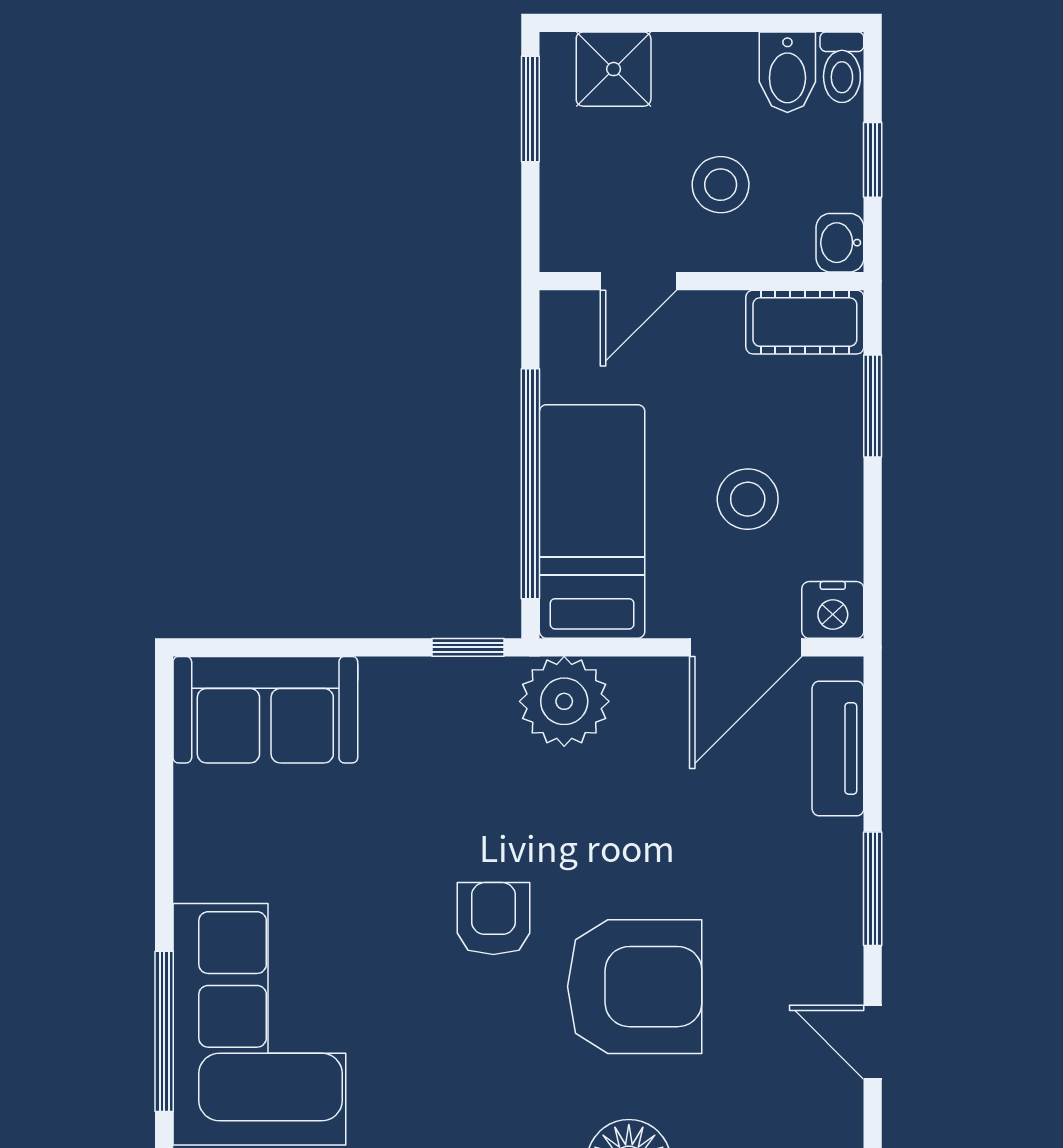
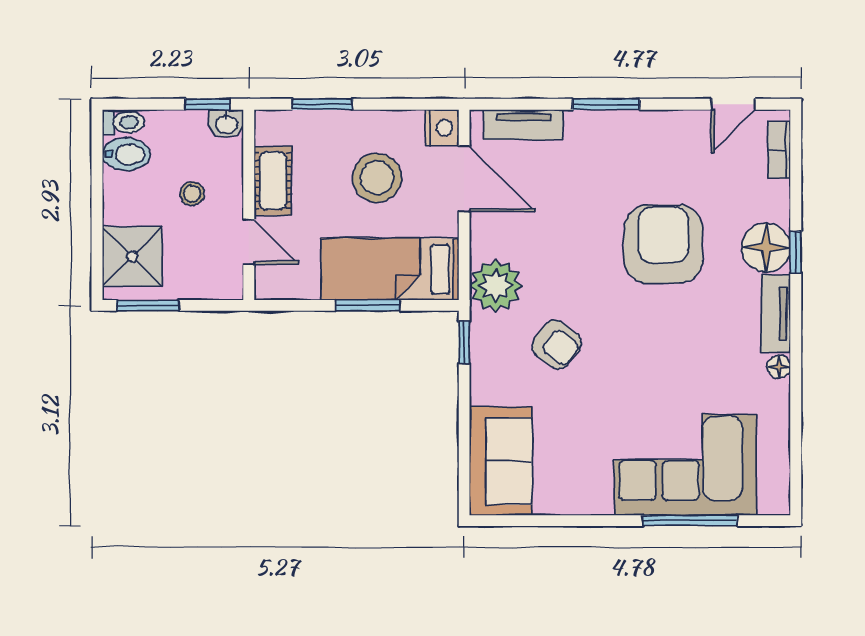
shower: (614, 69) -> (132, 257), width x1.36, depth x1.36
window: (873, 160) -> (208, 104), moved
stool: (721, 185) -> (192, 194), width x0.73, depth x0.73
cot: (805, 322) -> (273, 181), moved
window: (530, 484) -> (368, 305), width x0.47
stool: (748, 499) -> (377, 178), width x1.38, depth x1.38
armchair: (493, 919) -> (557, 344), moved, turned -142
door: (873, 1042) -> (733, 104), moved

